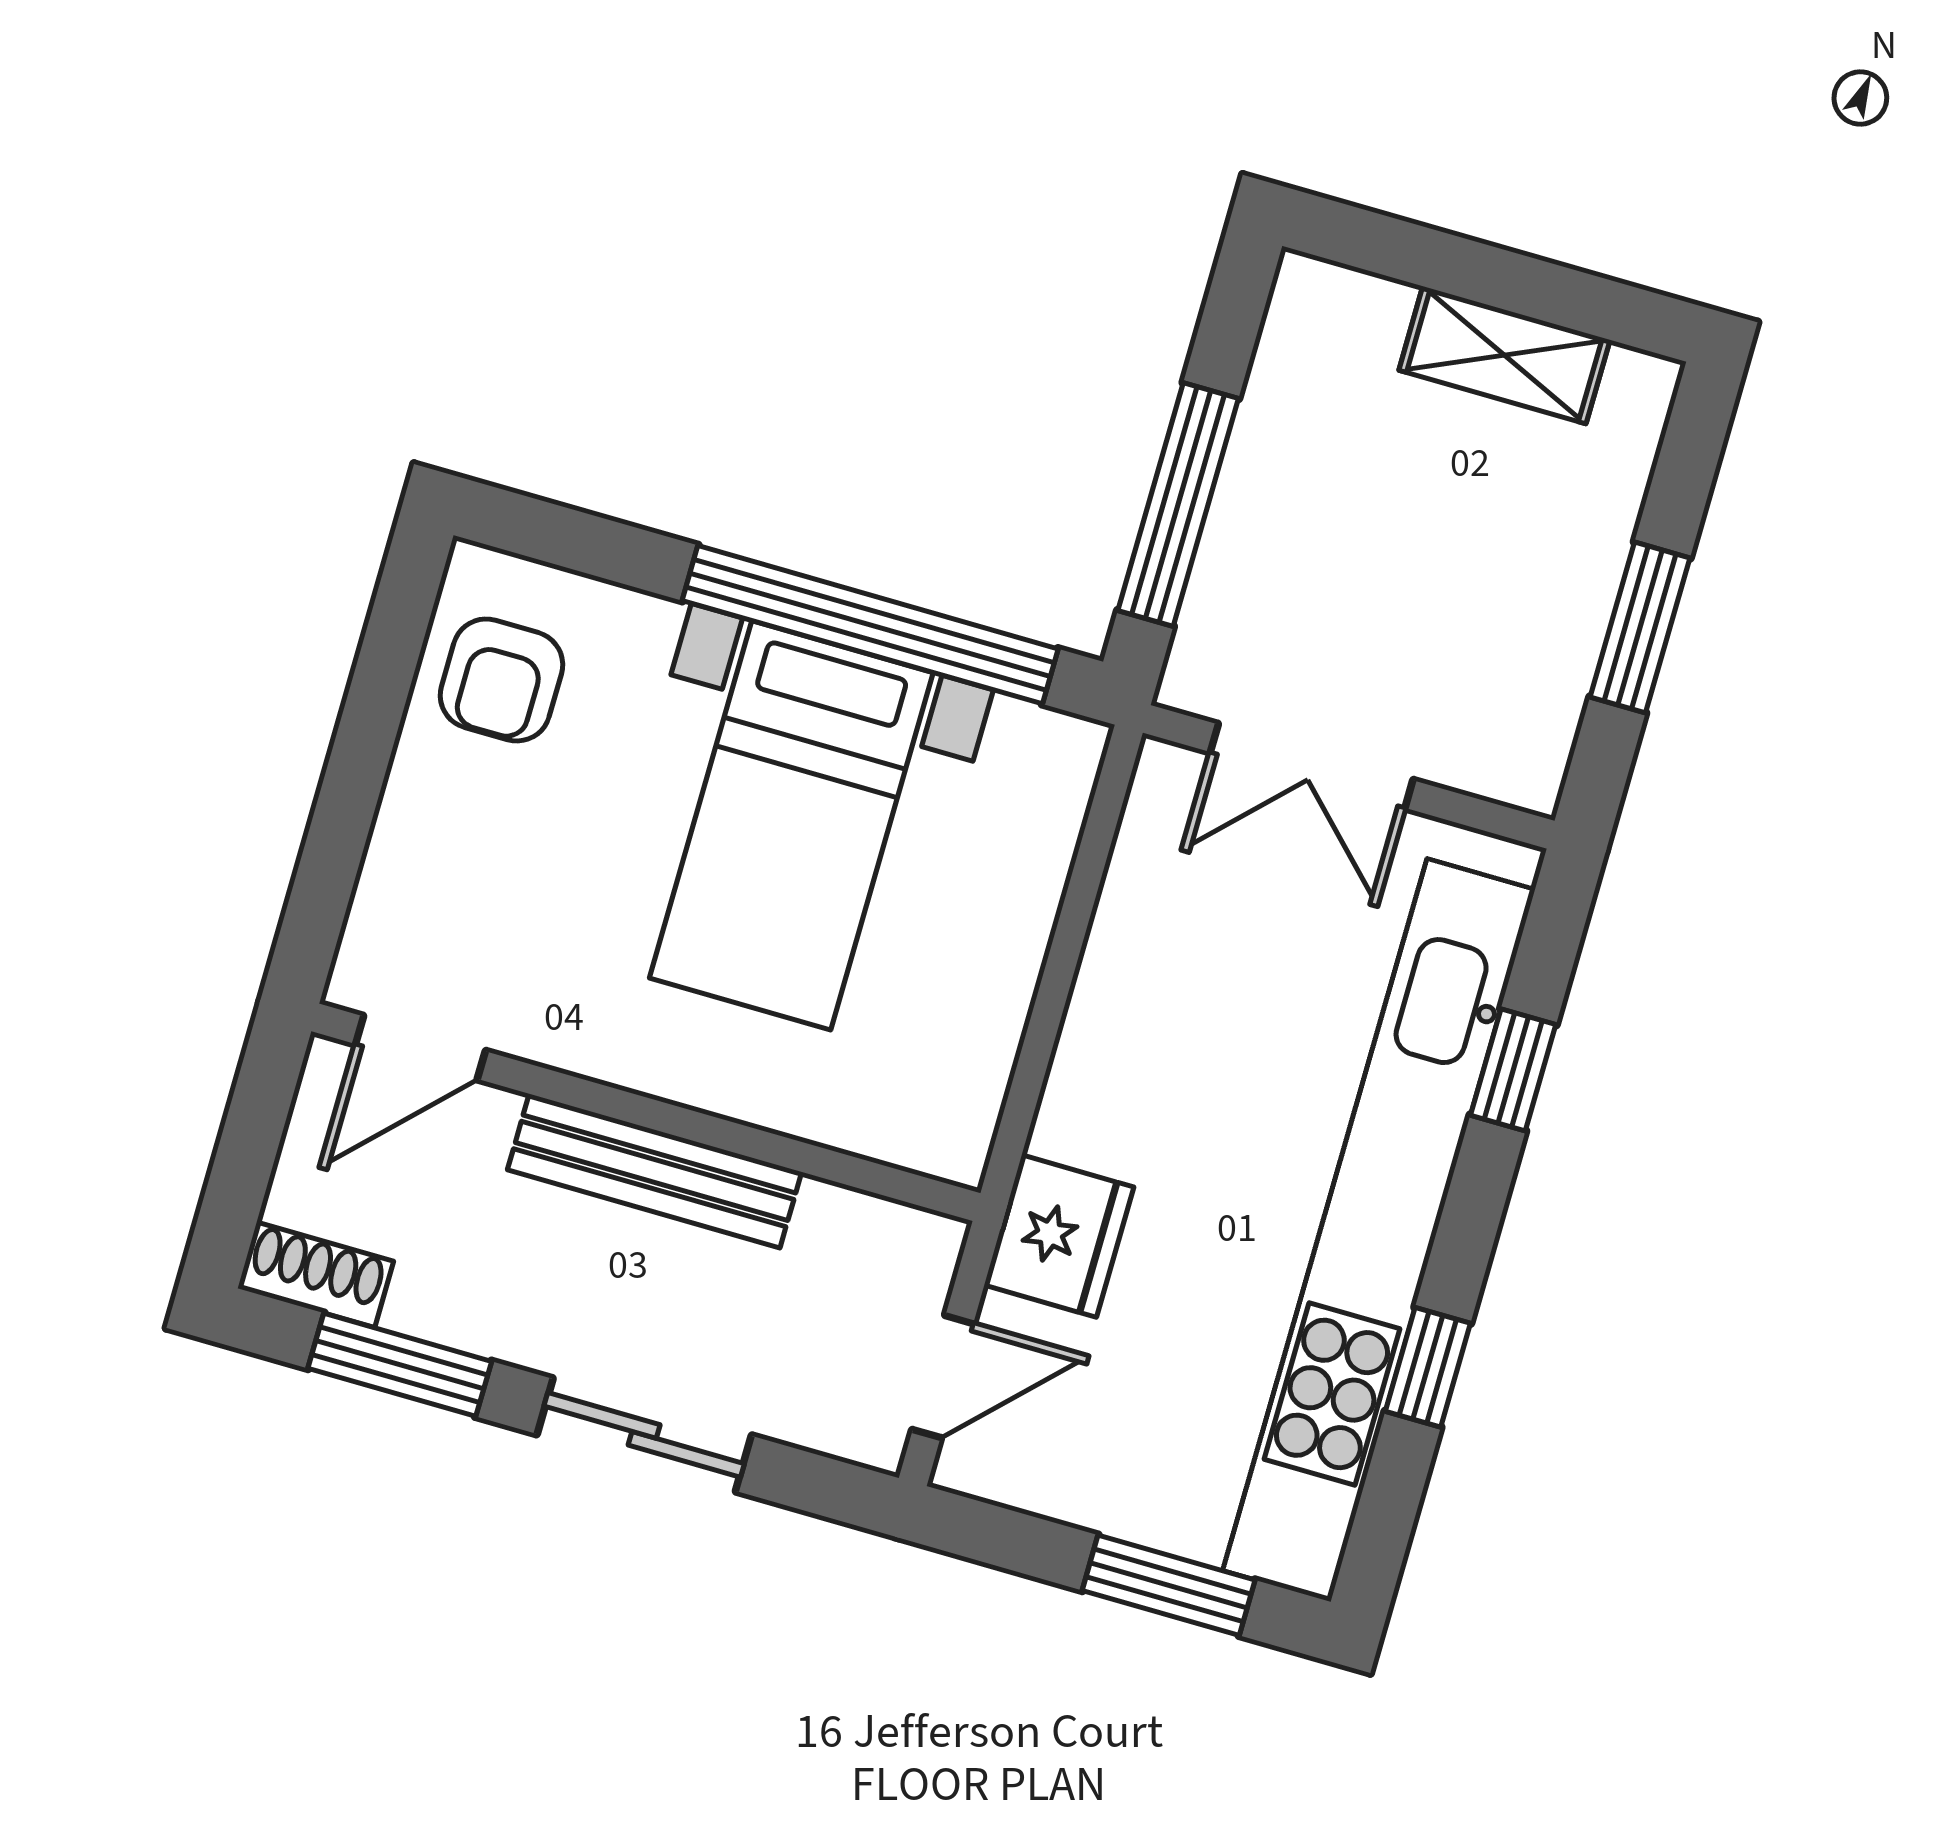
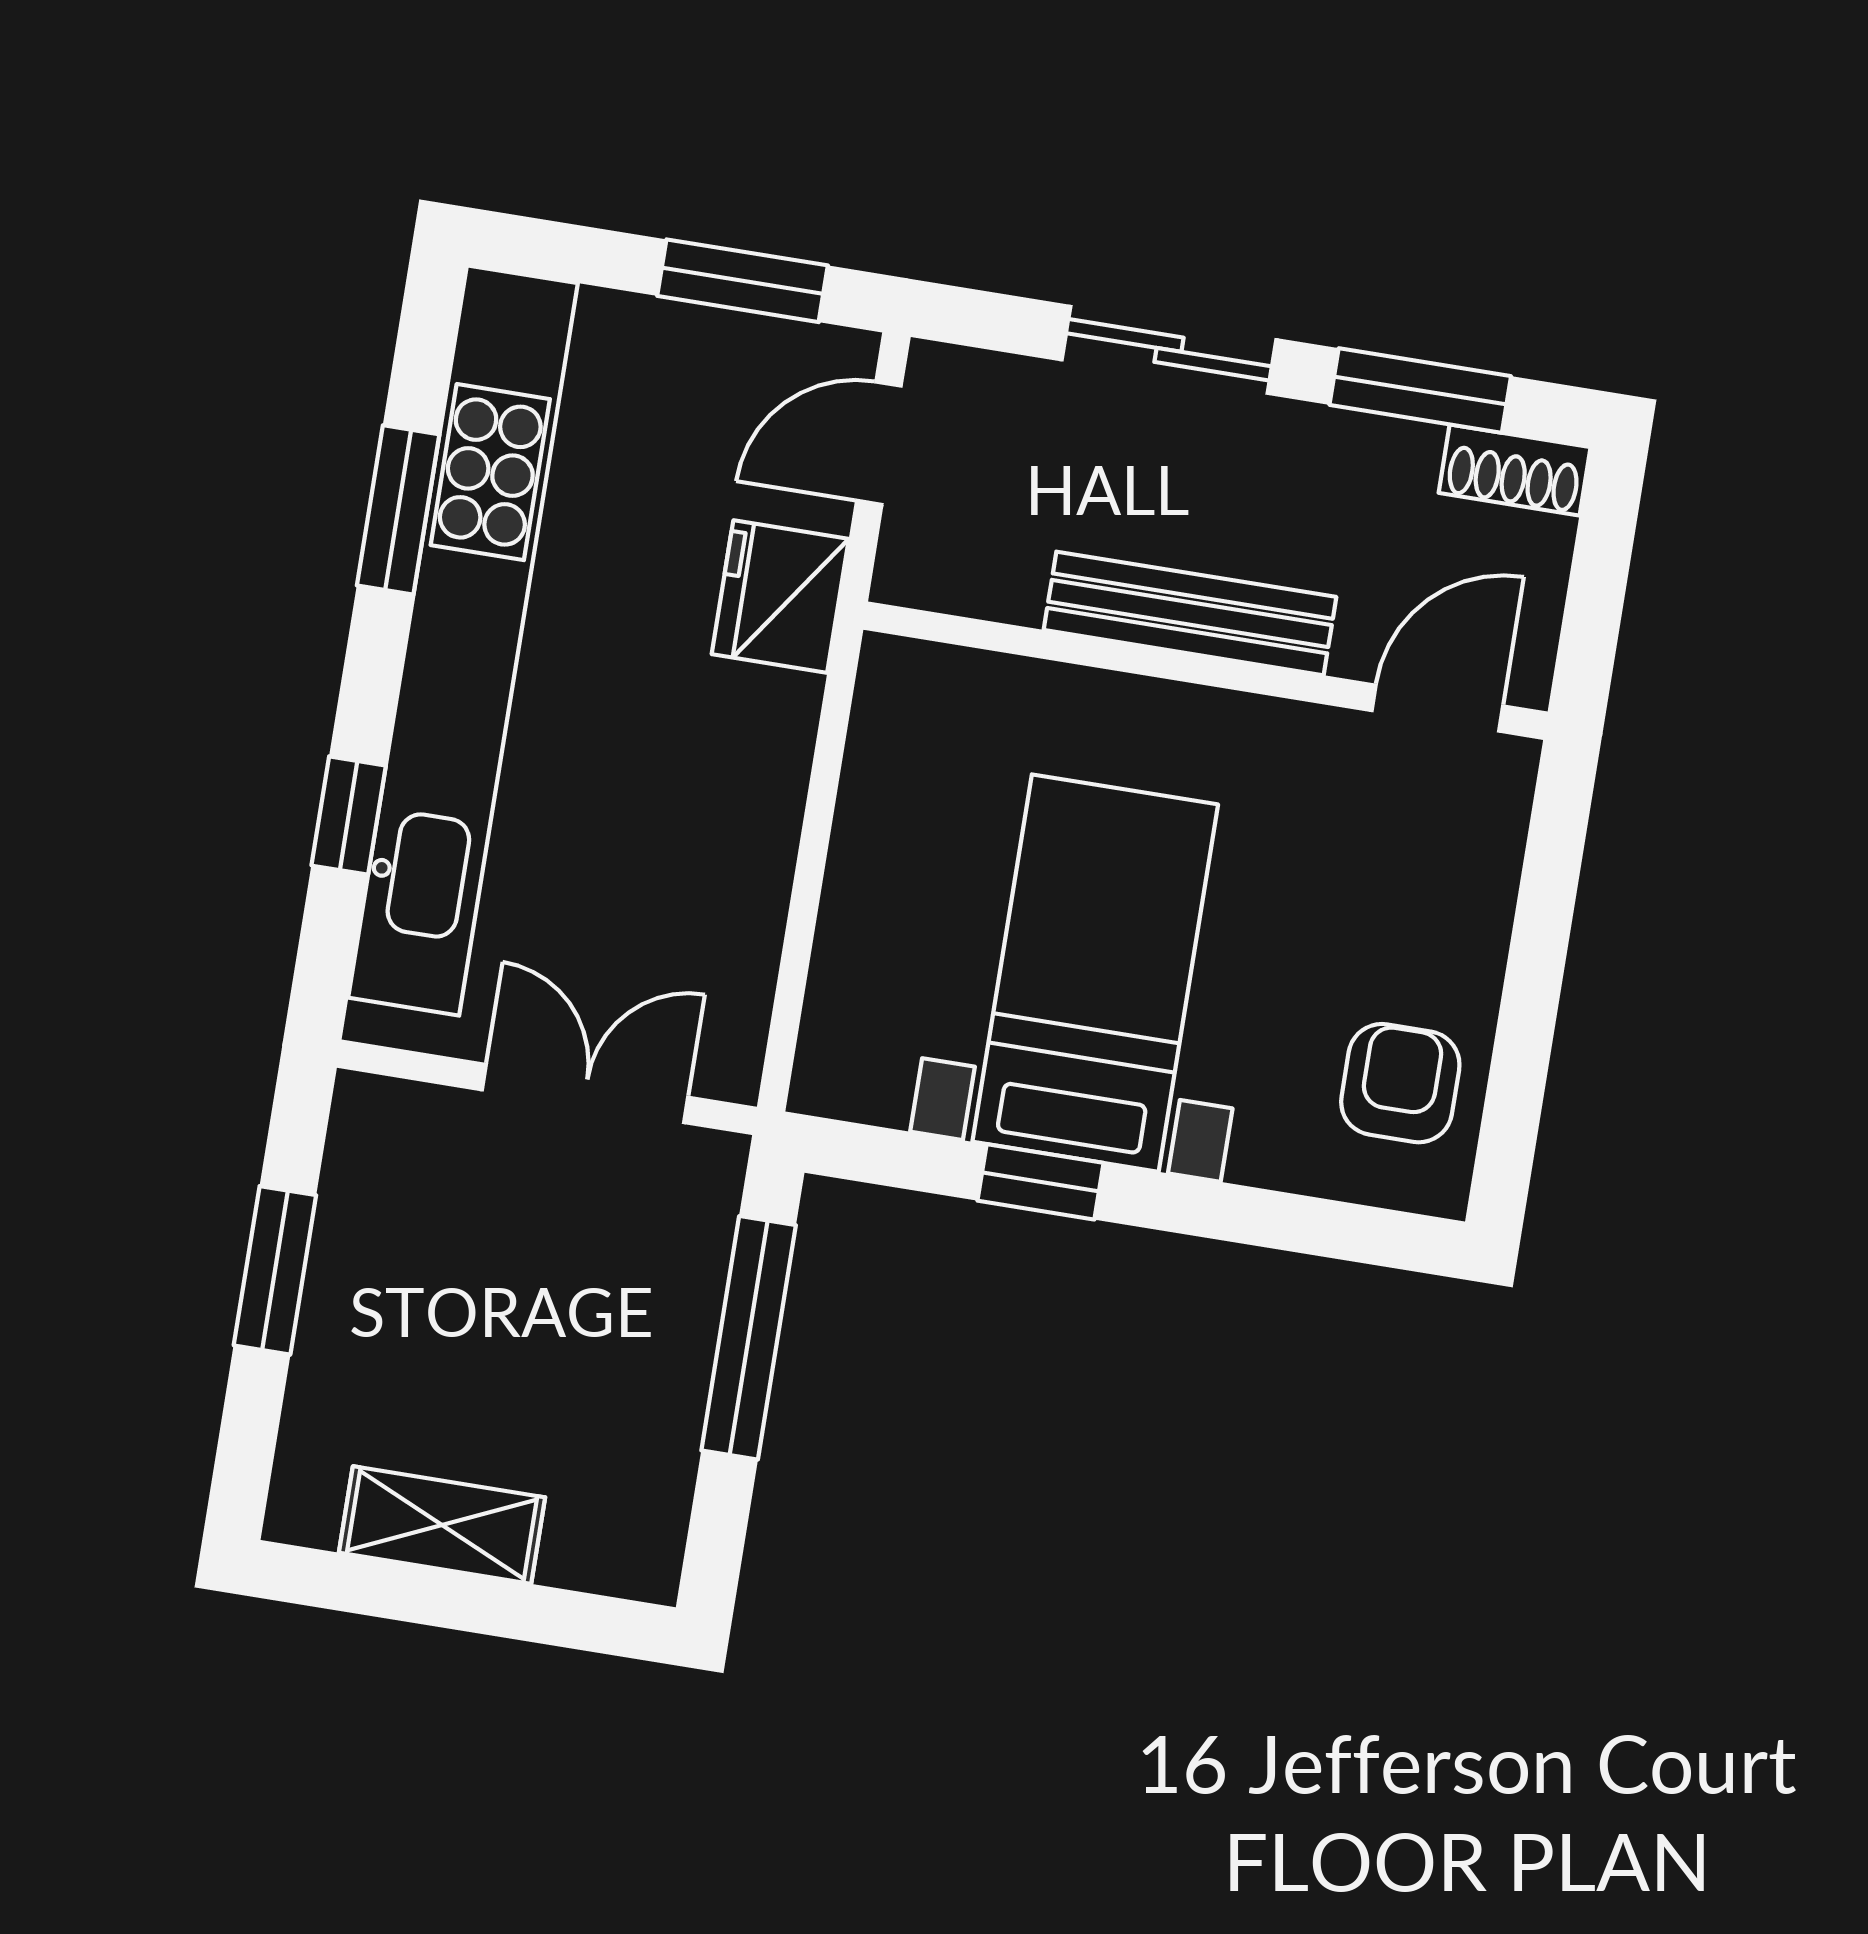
window: (870, 625) -> (1041, 1182), width x0.32
window: (1428, 1367) -> (398, 510), width x1.50
window: (1169, 1585) -> (743, 281), moved

